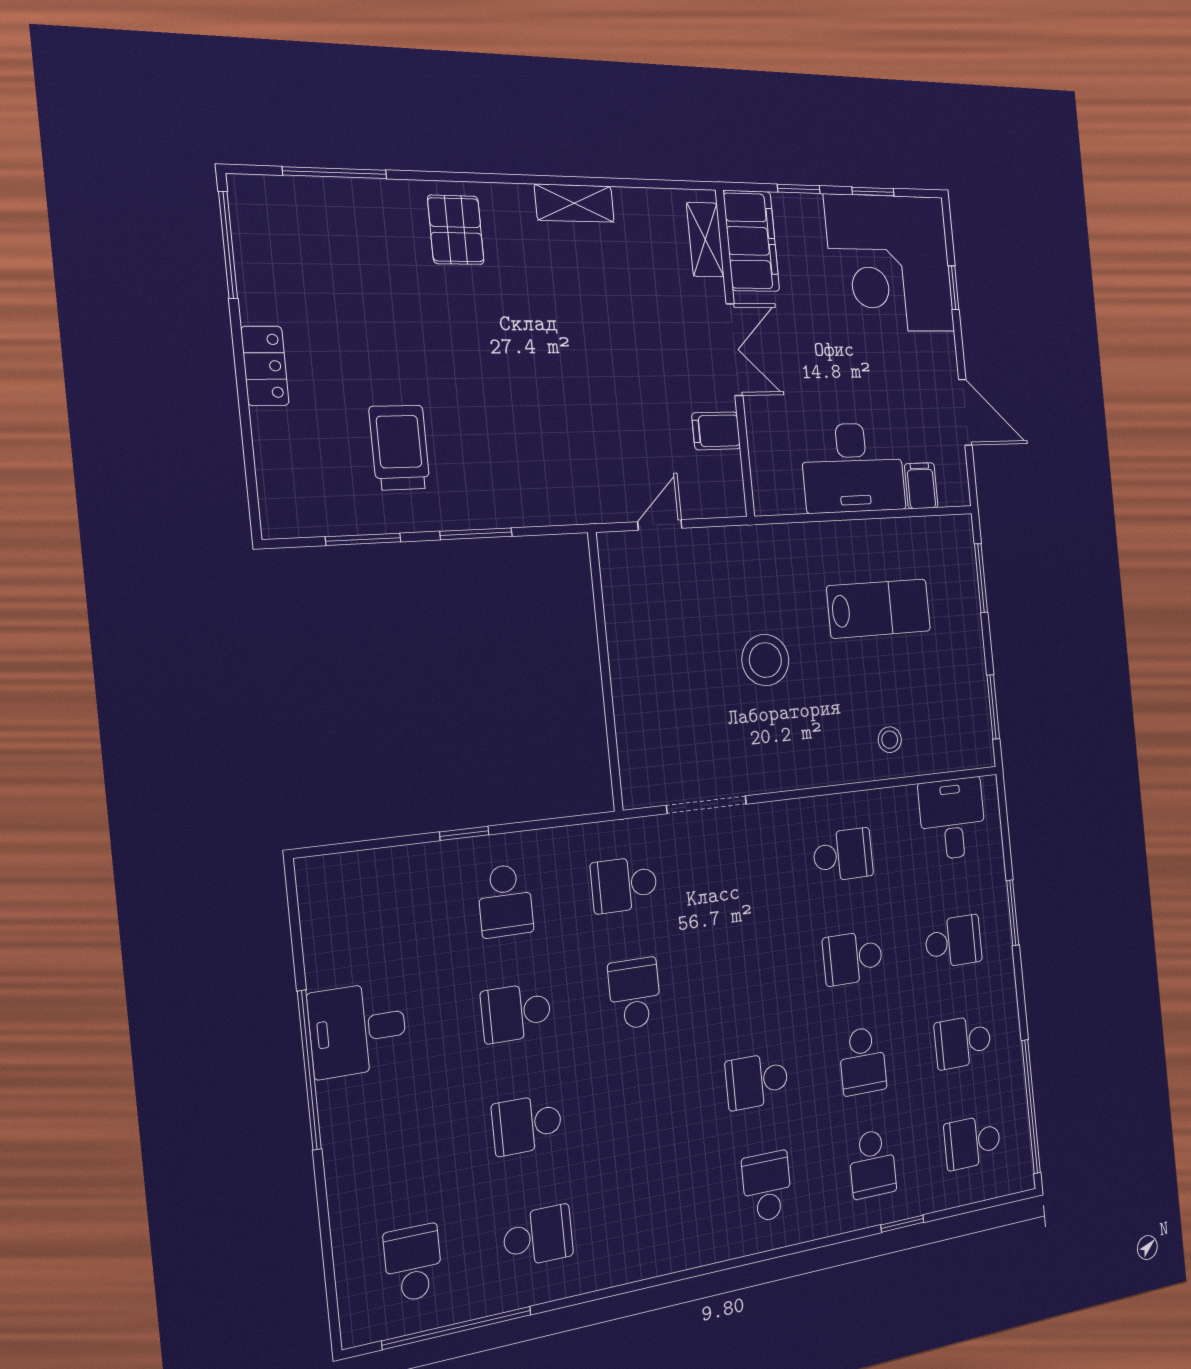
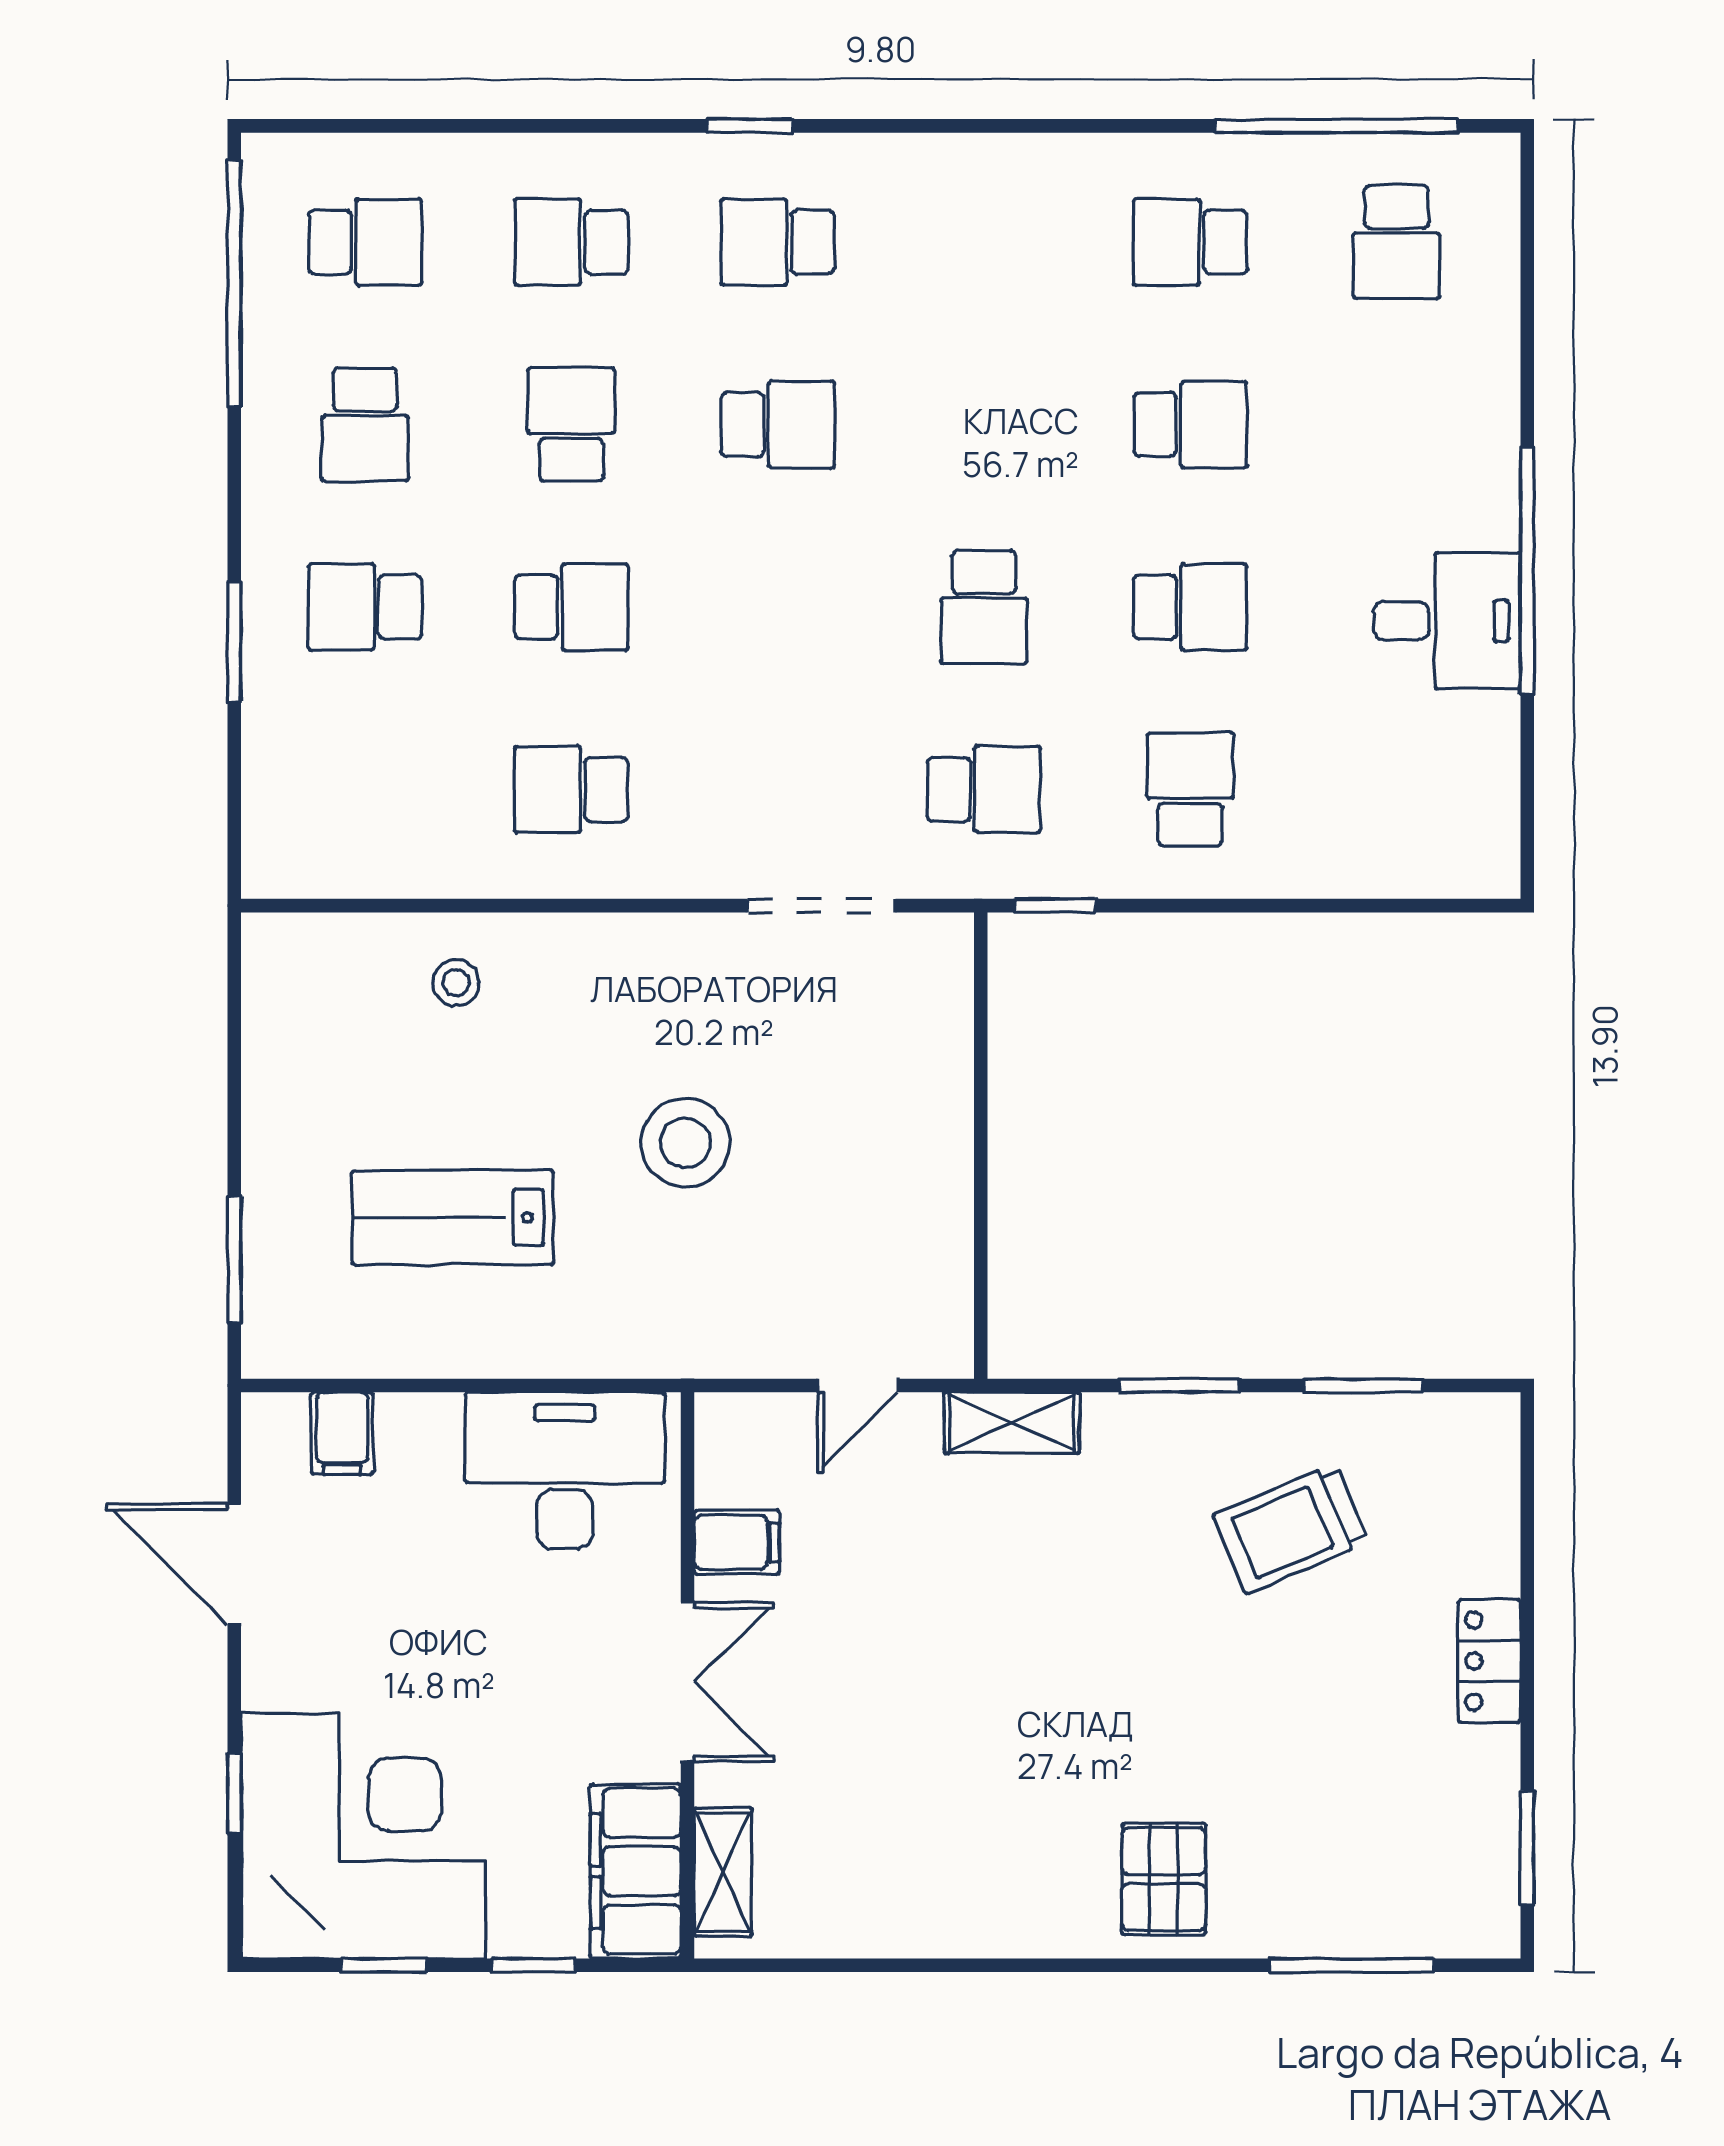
shelving: (574, 203) -> (1012, 1423), moved
window: (228, 245) -> (1527, 1848), width x0.69
double door: (735, 350) -> (687, 1682), swing flipped
trolley: (400, 448) -> (1291, 1529), turned 67
desk: (853, 468) -> (565, 1471), moved
window: (993, 707) -> (234, 1022), removed
desk: (952, 819) -> (343, 828), removed
window: (464, 833) -> (1055, 906), moved
school desk: (963, 1042) -> (365, 425), turned 90
school desk: (872, 1164) -> (571, 242), turned -90
school desk: (767, 1187) -> (778, 242), turned 90
window: (902, 1224) -> (749, 126), moved

